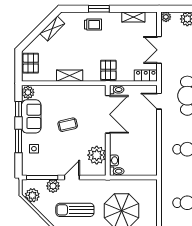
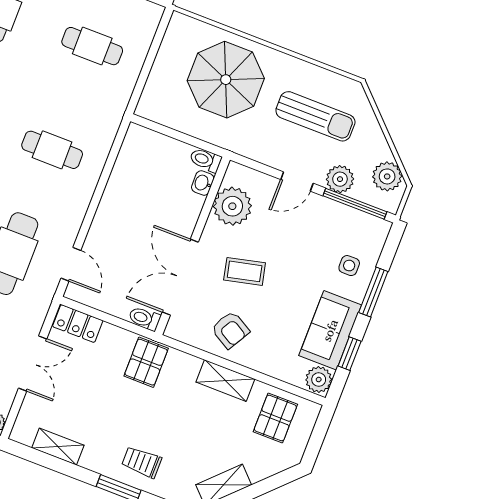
pallet: (31, 63) -> (275, 418), moved
armchair: (76, 99) -> (230, 330), added
coffee table: (68, 125) -> (245, 271), moved

